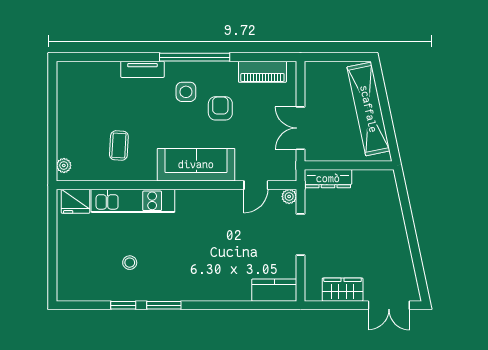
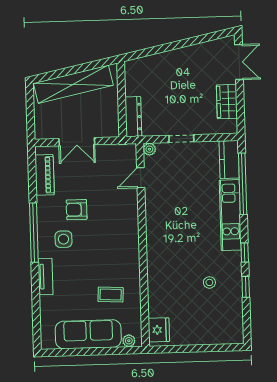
double door: (301, 128) -> (77, 142), moved
sofa: (196, 165) -> (88, 334), moved, turned 90
door: (256, 185) -> (141, 178), swing flipped
kitchen unit: (133, 201) -> (230, 215), moved, turned 180
doorway: (301, 235) -> (181, 139), width x0.73
window: (164, 305) -> (245, 252), width x0.67
window: (245, 305) -> (243, 184), added

